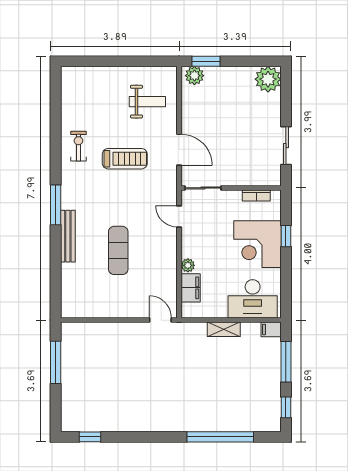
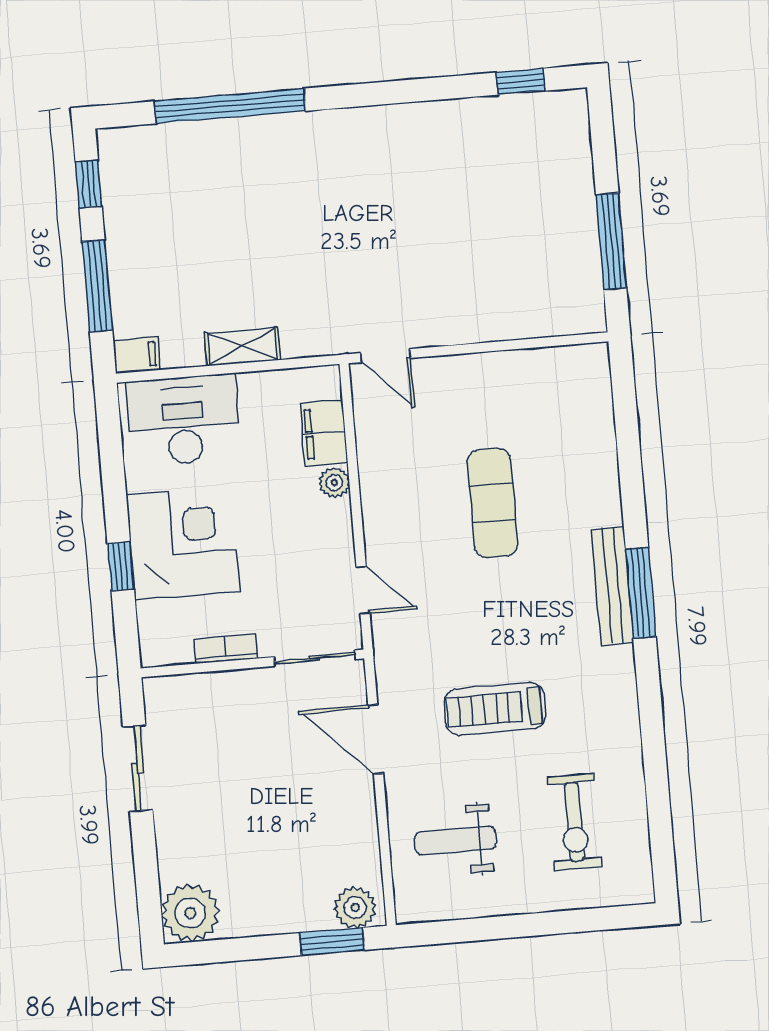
exercise bike: (78, 146) -> (574, 822), moved, width x1.38, depth x1.39
bookcase: (256, 196) -> (226, 649), moved
bench: (68, 236) -> (613, 586), moved

